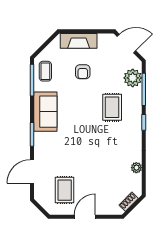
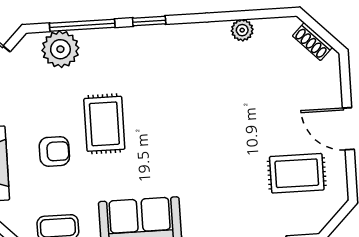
rug: (112, 107) -> (104, 124), moved, turned 90

